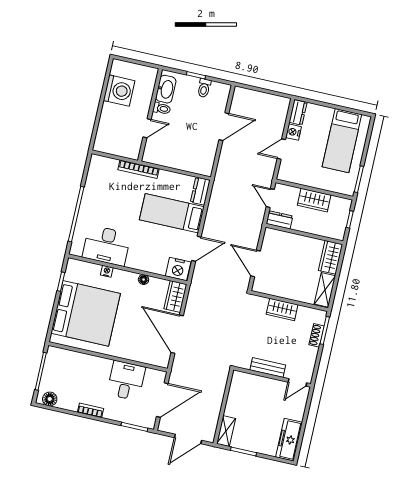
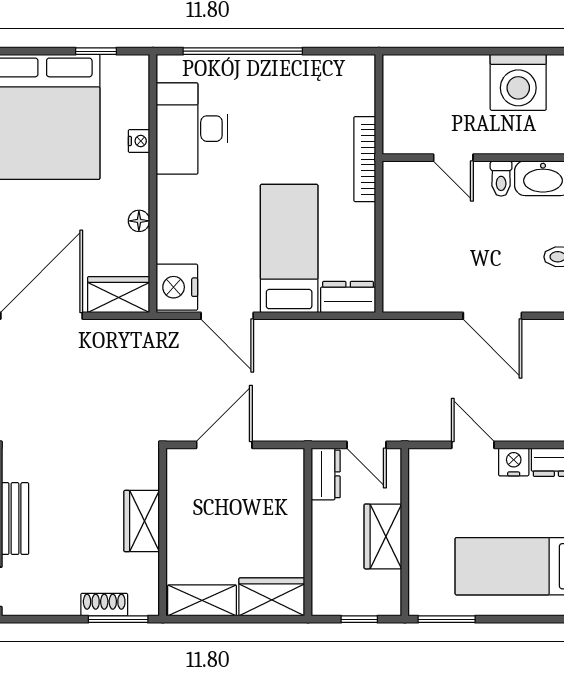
door: (270, 198) -> (366, 445), swing flipped

